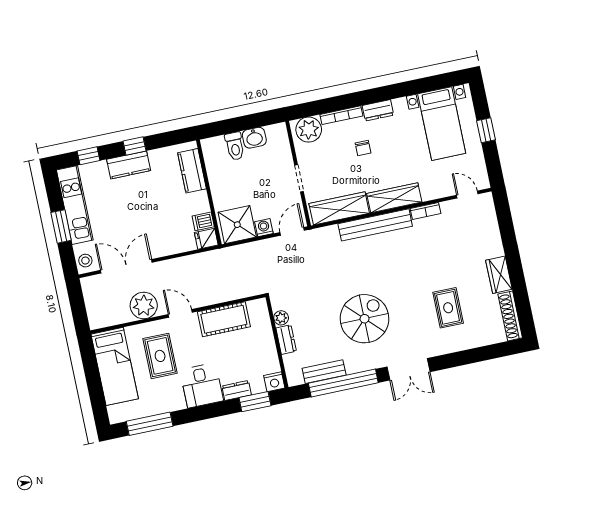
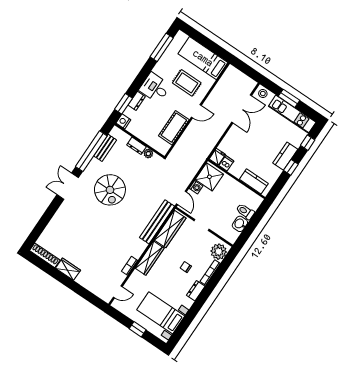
bench: (375, 225) -> (157, 222), moved
plant: (144, 306) -> (216, 99), removed
rug: (448, 308) -> (77, 232), removed

